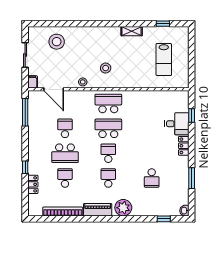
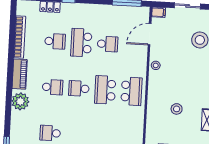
stool: (106, 68) -> (177, 109), moved
school desk: (108, 128) -> (105, 90), turned 180
school desk: (108, 153) -> (79, 89), turned 180

